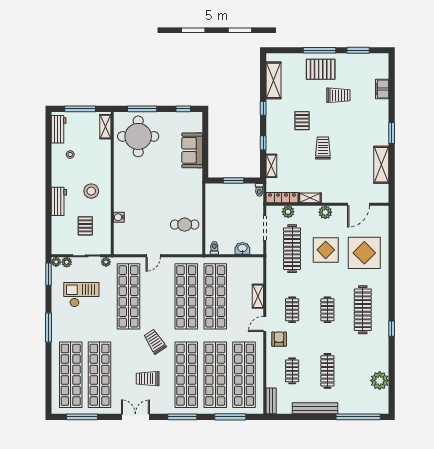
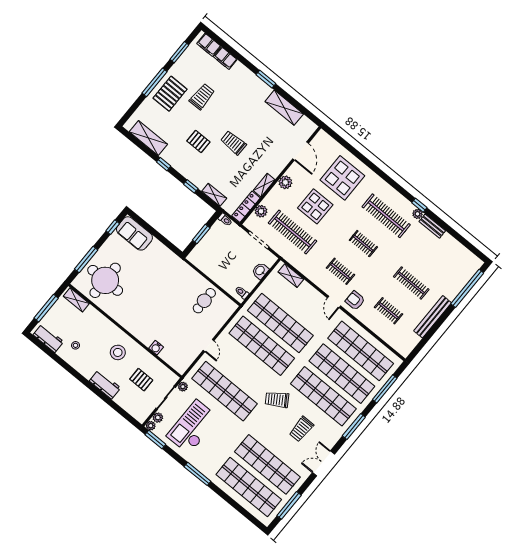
filing cabinet: (382, 68) -> (209, 45), added
sofa: (192, 150) -> (134, 233), moved
checkout: (81, 295) -> (193, 427), width x1.36, depth x1.21
shelving: (258, 296) -> (291, 276), moved
plant: (380, 381) -> (418, 214), moved, width x0.53, depth x0.53
bench: (271, 401) -> (432, 226), moved

